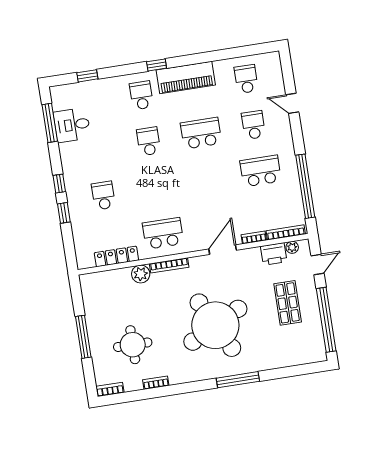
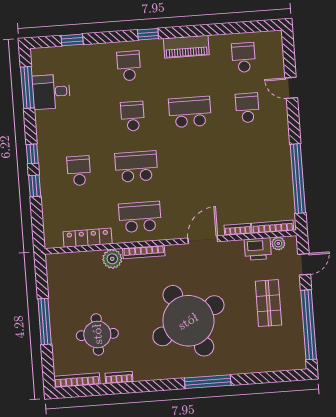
piano: (186, 78) -> (186, 47), width x0.73, depth x0.75
school desk: (261, 171) -> (136, 167), moved
bookcase: (110, 389) -> (77, 380), width x1.56

